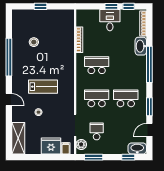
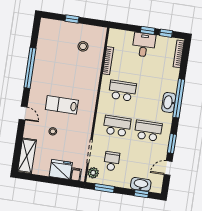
stool: (34, 42) -> (83, 46), moved
washbasin: (141, 46) -> (169, 102), moved
lab bench: (43, 87) -> (62, 105), turned 180
washbasin: (137, 149) -> (141, 184), moved

